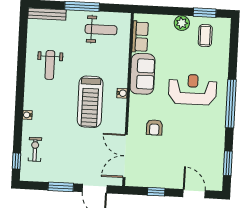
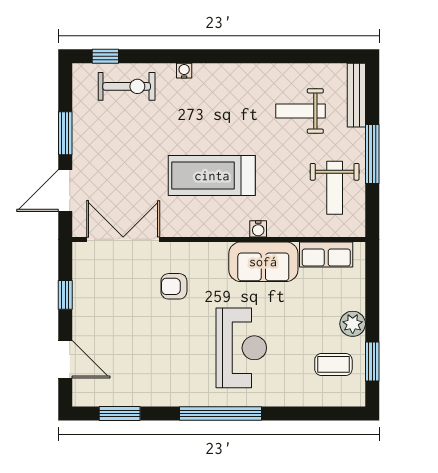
weight bench: (50, 65) -> (301, 111), moved
water cooler: (122, 93) -> (258, 229), moved
exercise bike: (35, 149) -> (127, 86), width x1.38, depth x1.39
door: (194, 194) -> (65, 359), hinge flipped

